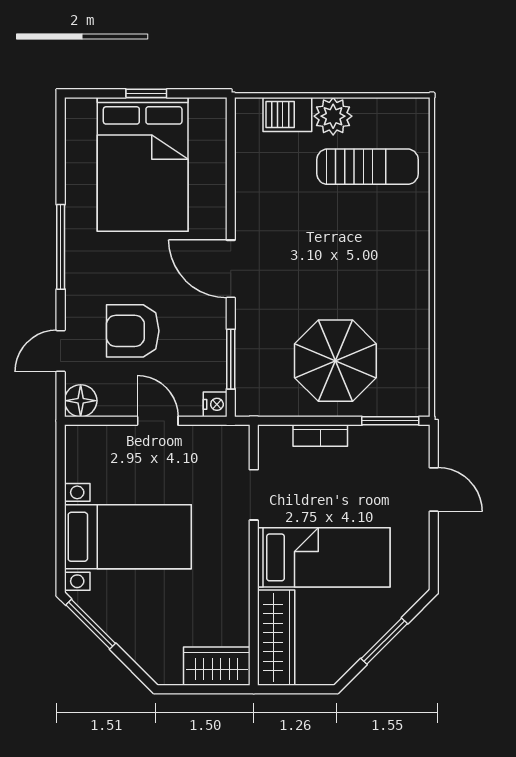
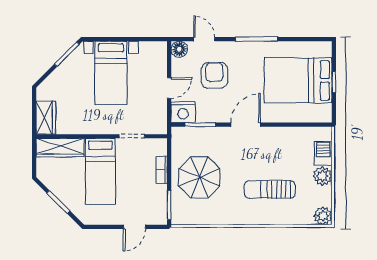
plant: (412, 115) -> (323, 216), added
sun lounger: (368, 167) -> (270, 190), moved, turned 90
nightstand: (215, 404) -> (183, 112), width x1.89, depth x1.79

